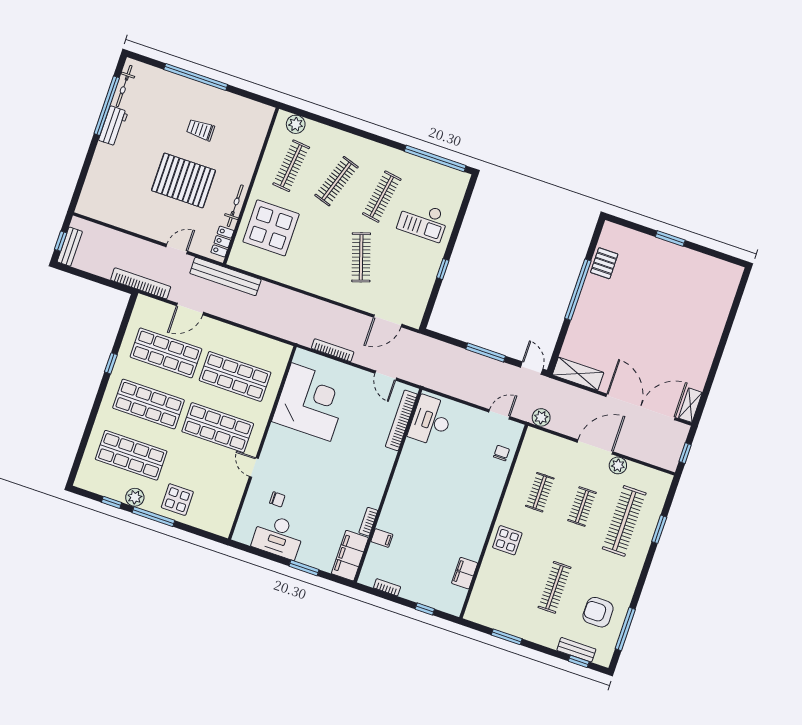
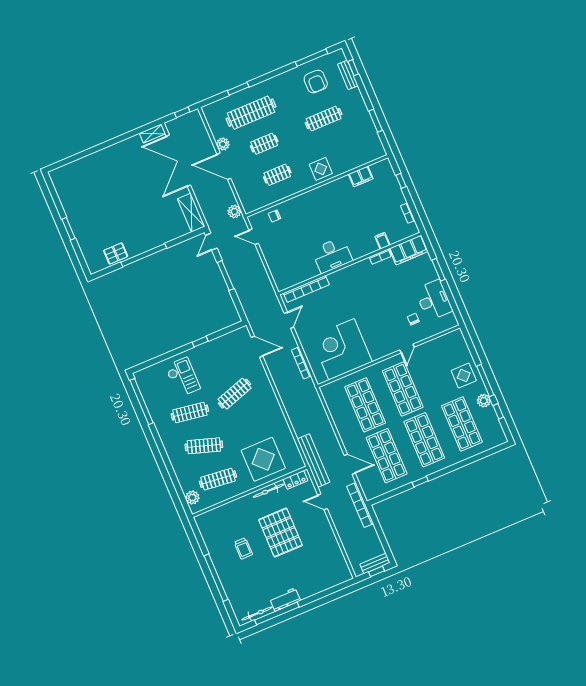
desk: (431, 421) -> (332, 255), moved

